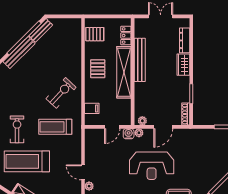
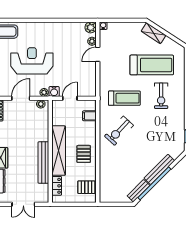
door: (83, 172) -> (98, 54), swing flipped

